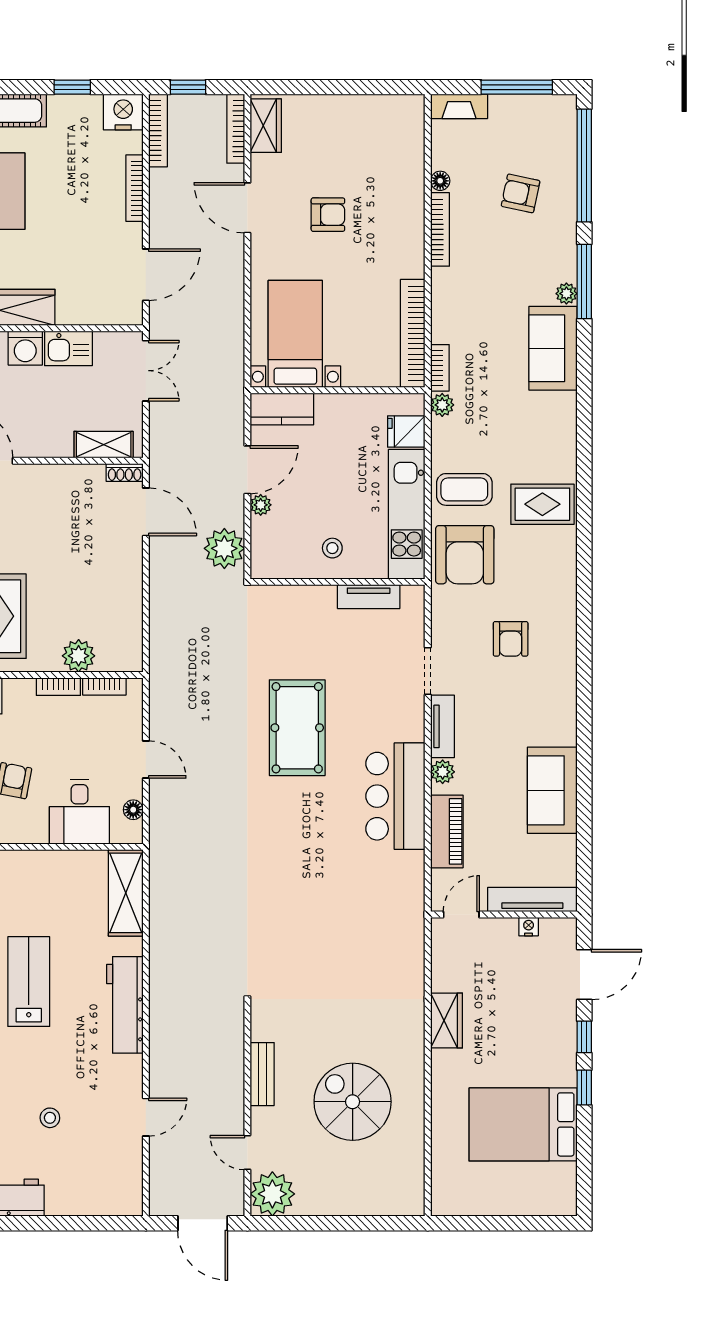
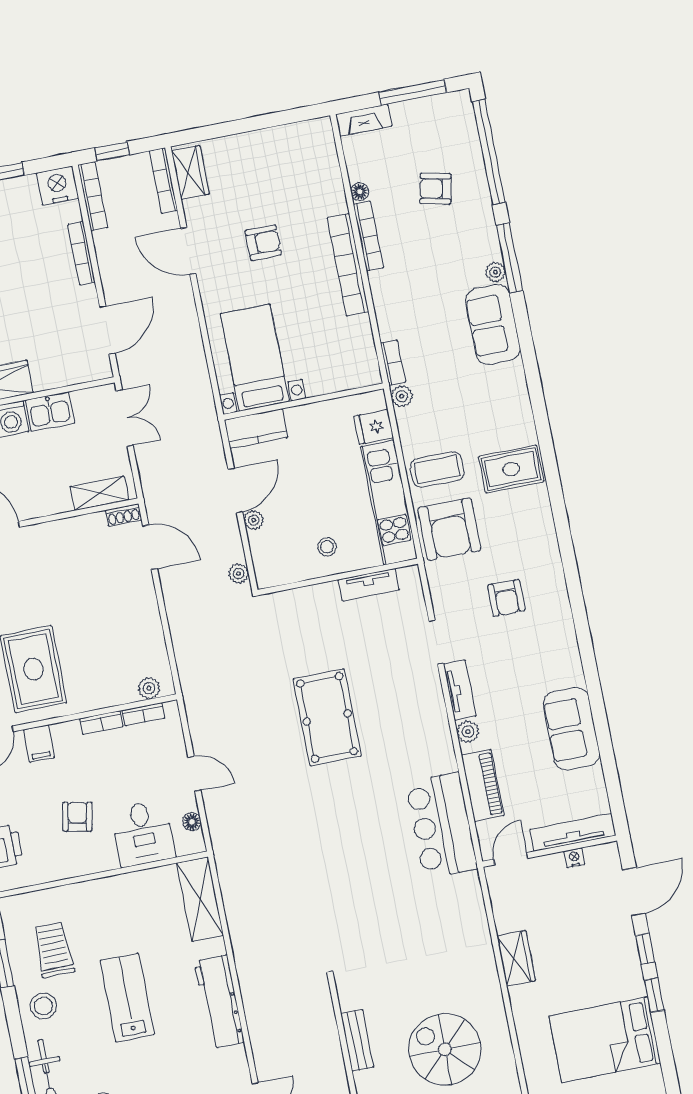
bookcase: (413, 333) -> (348, 265), moved
plant: (224, 548) -> (239, 574), width x0.53, depth x0.53
plant: (79, 656) -> (149, 688), moved, width x0.73, depth x0.73
bar counter: (395, 796) -> (442, 826), moved

